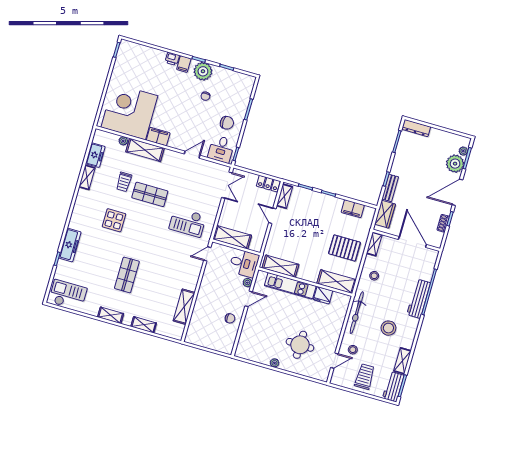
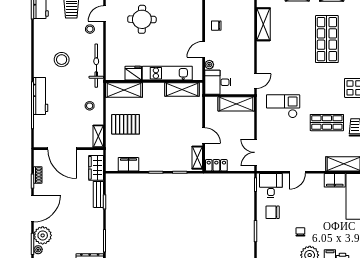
shop shelf: (127, 275) -> (327, 39), width x1.43, depth x1.36
shelving: (402, 361) -> (39, 32), removed

